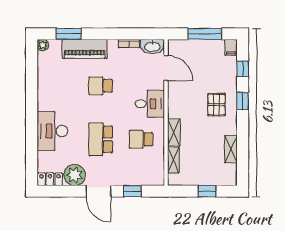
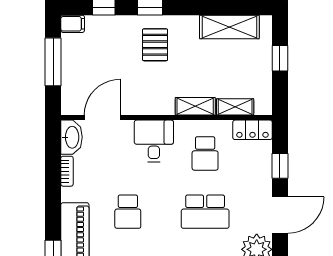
pallet: (216, 105) -> (155, 45), turned 90
shelving: (231, 149) -> (229, 27), width x1.50, depth x1.33
locker: (157, 172) -> (252, 130), added

